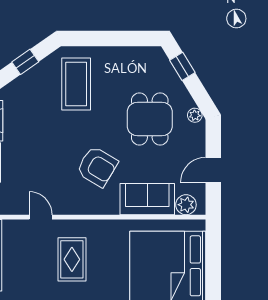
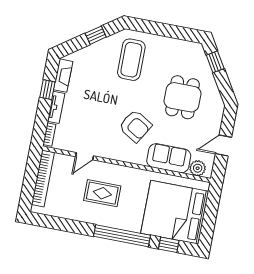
plant: (195, 115) -> (218, 101), removed
door: (41, 217) -> (85, 156), swing flipped
rug: (72, 259) -> (102, 193), turned 90

